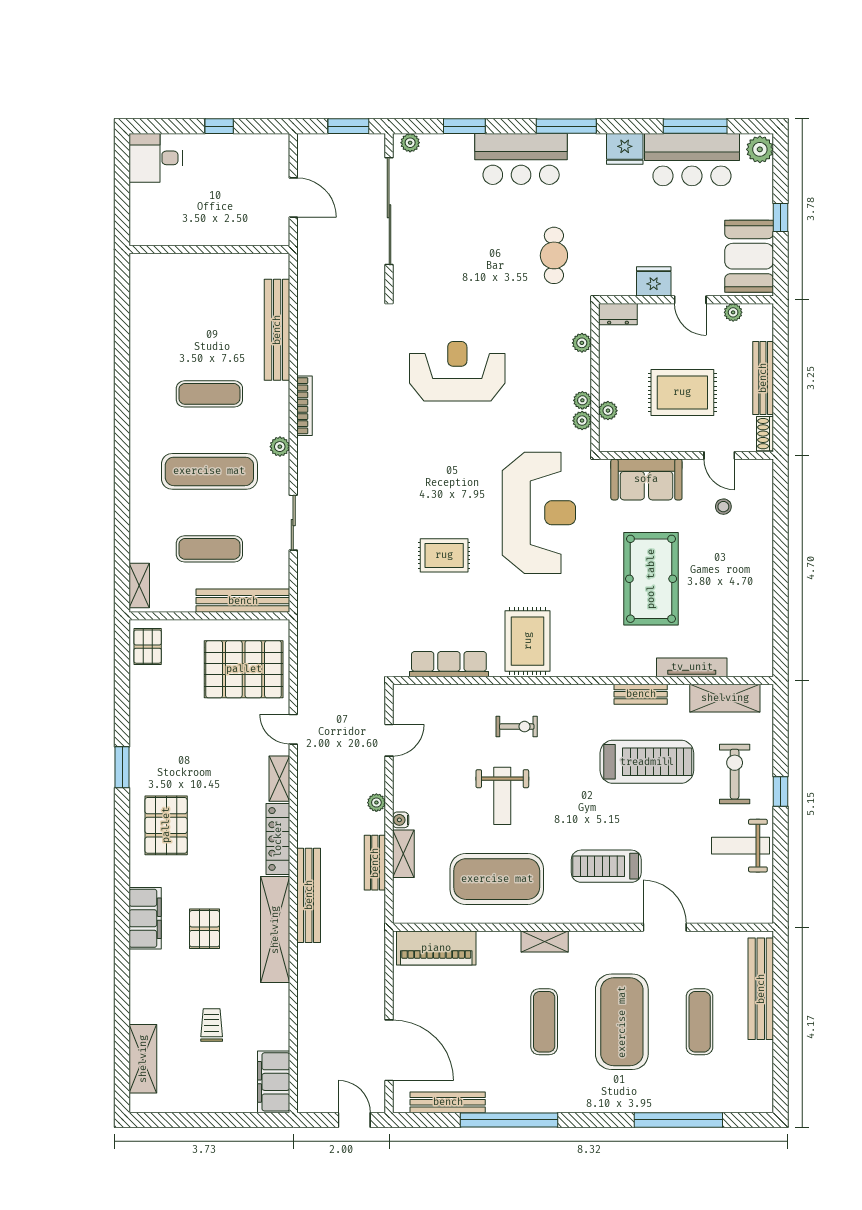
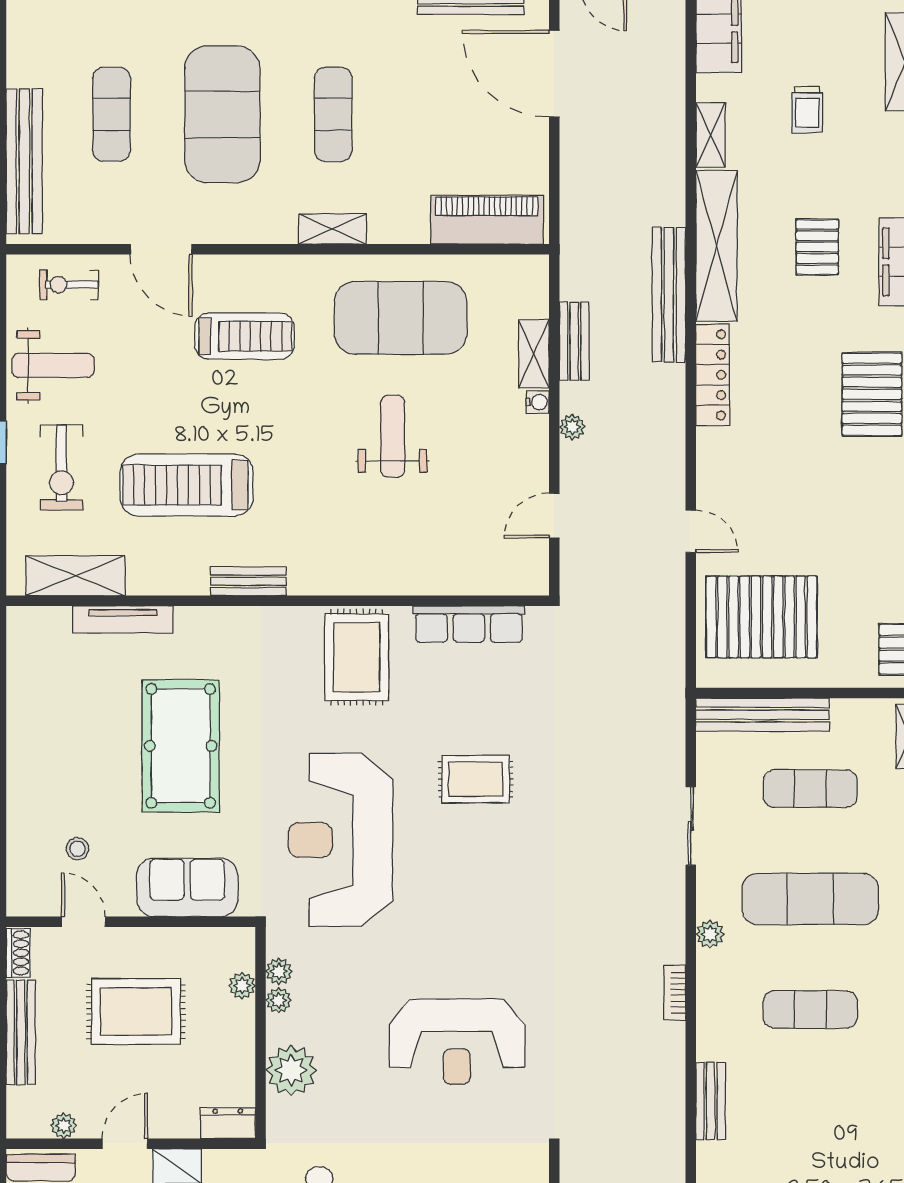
door: (690, 300) -> (125, 1144), hinge flipped
bench: (277, 330) -> (711, 1101), width x0.54, depth x0.82
plant: (582, 343) -> (291, 1070), width x1.88, depth x1.88
bookcase: (304, 406) -> (675, 993), width x0.64
bench: (641, 694) -> (248, 581), moved
exercise bike: (517, 727) -> (69, 285), moved
shelving: (279, 779) -> (710, 135), moved

